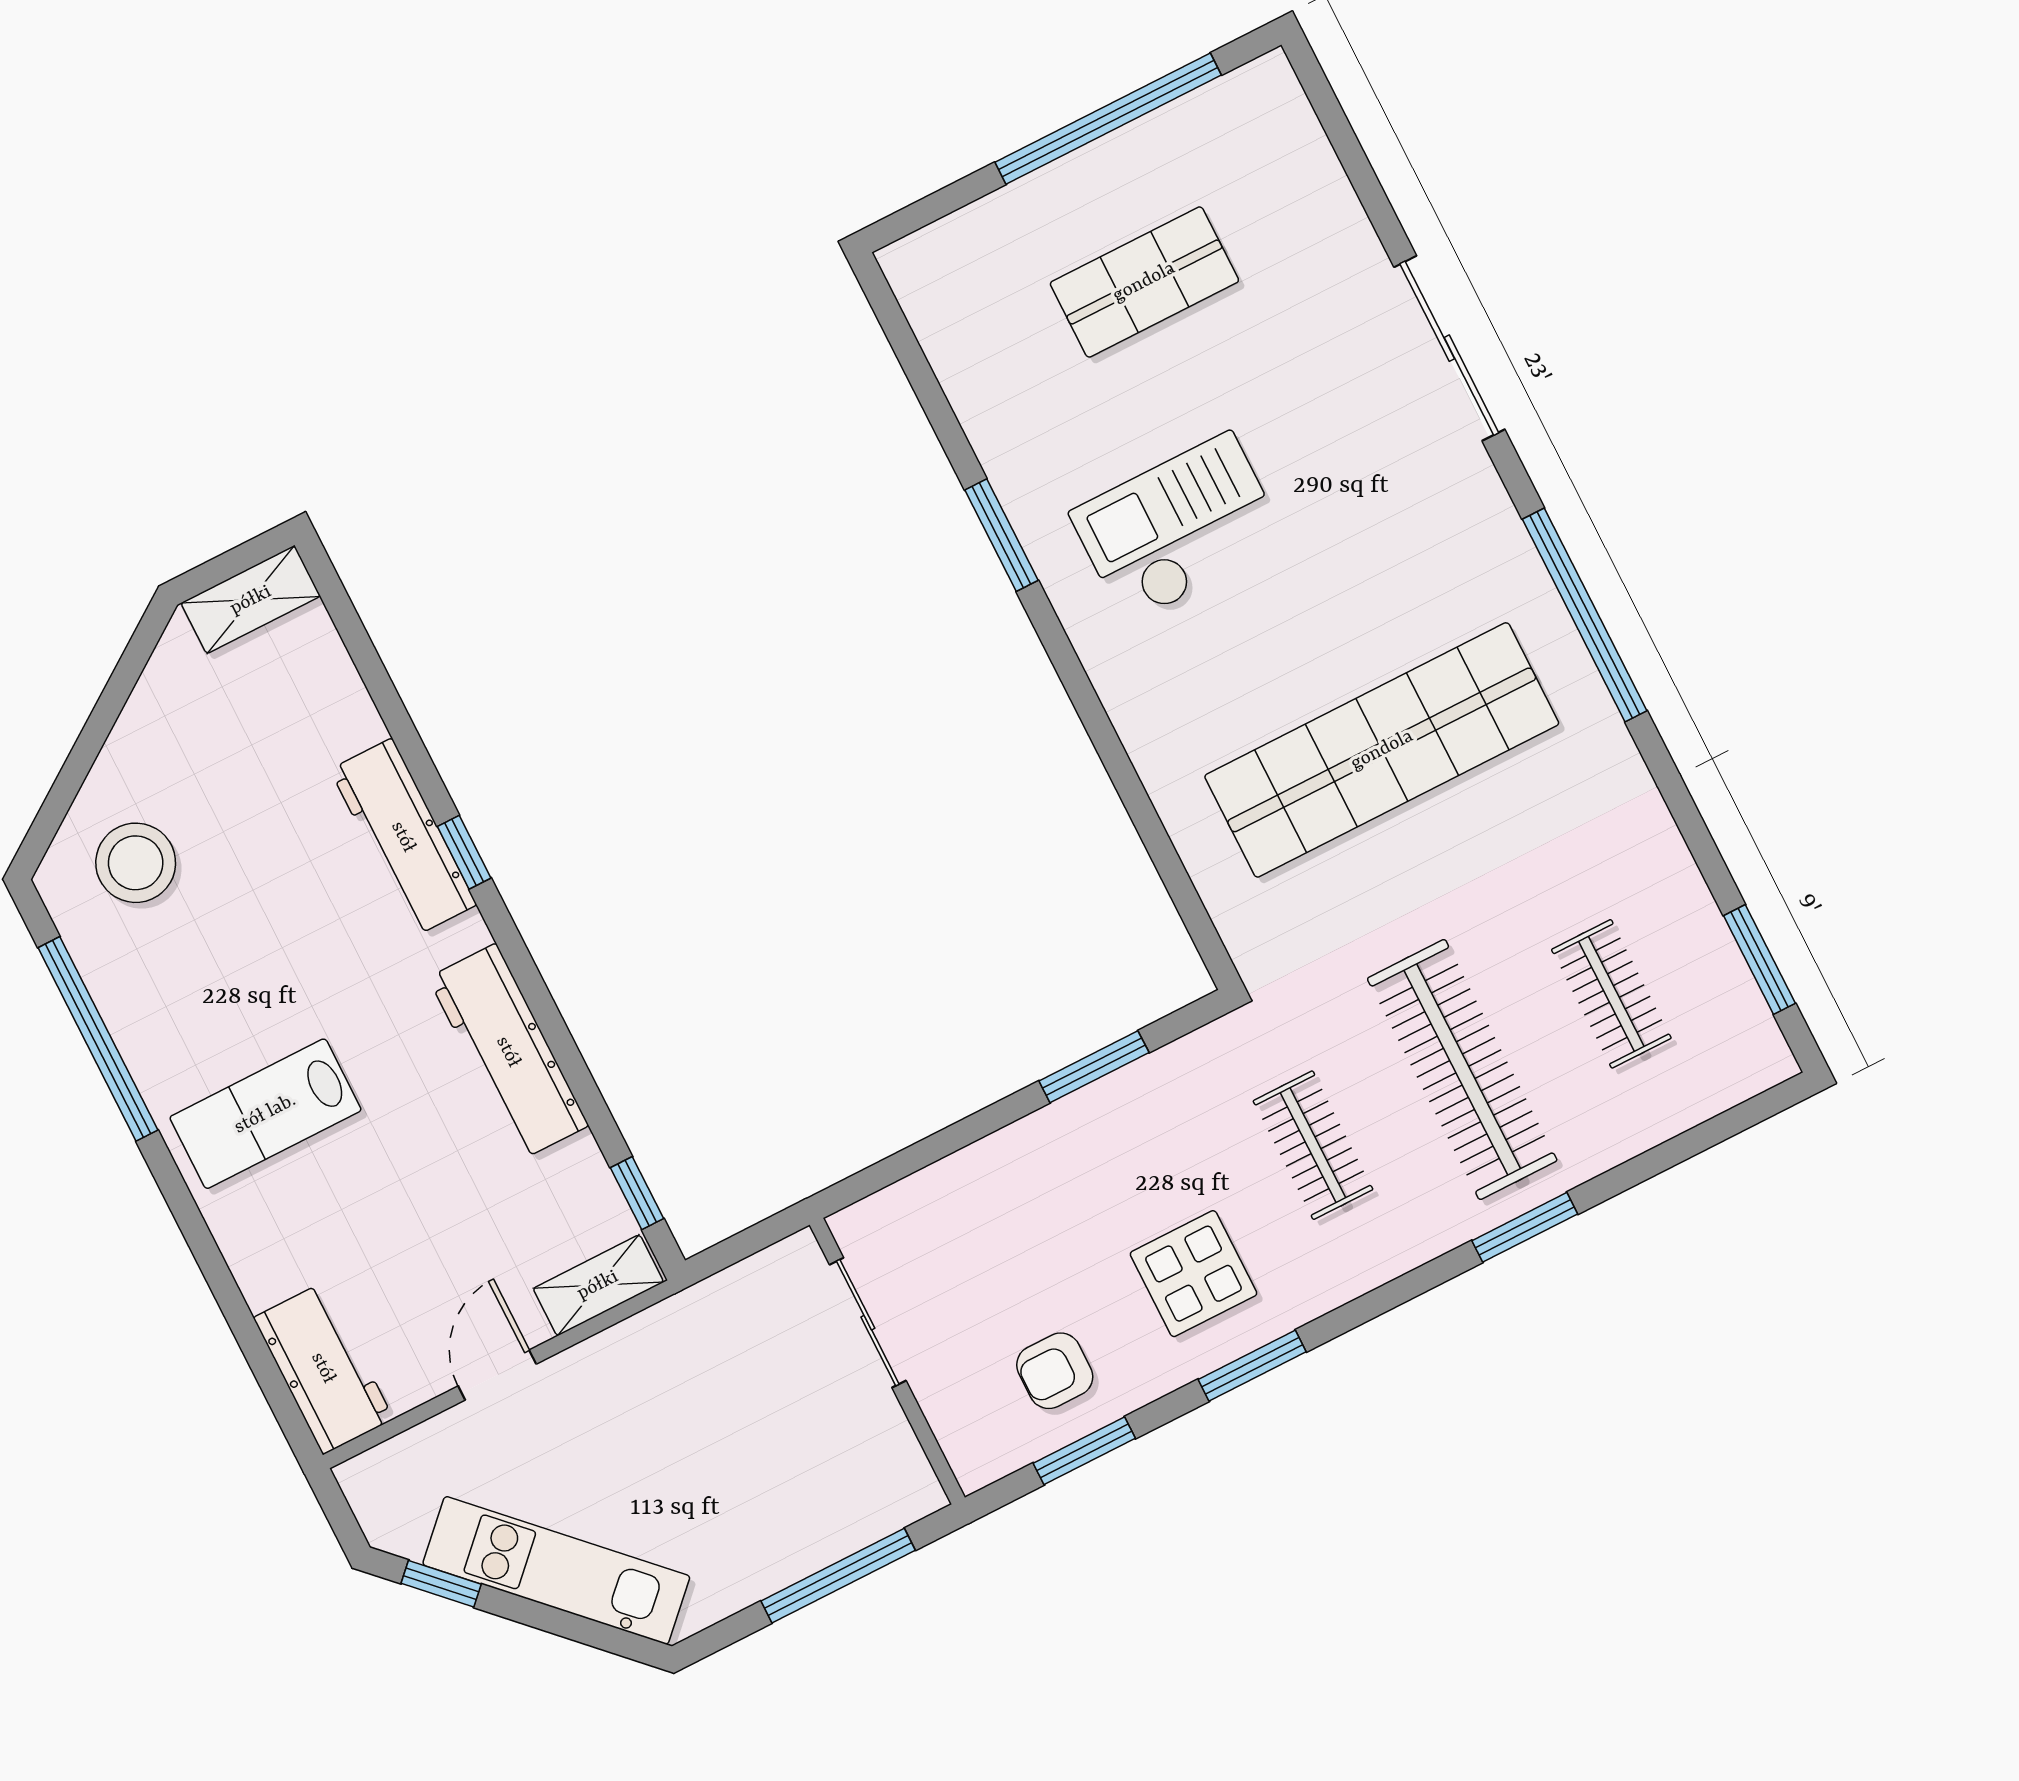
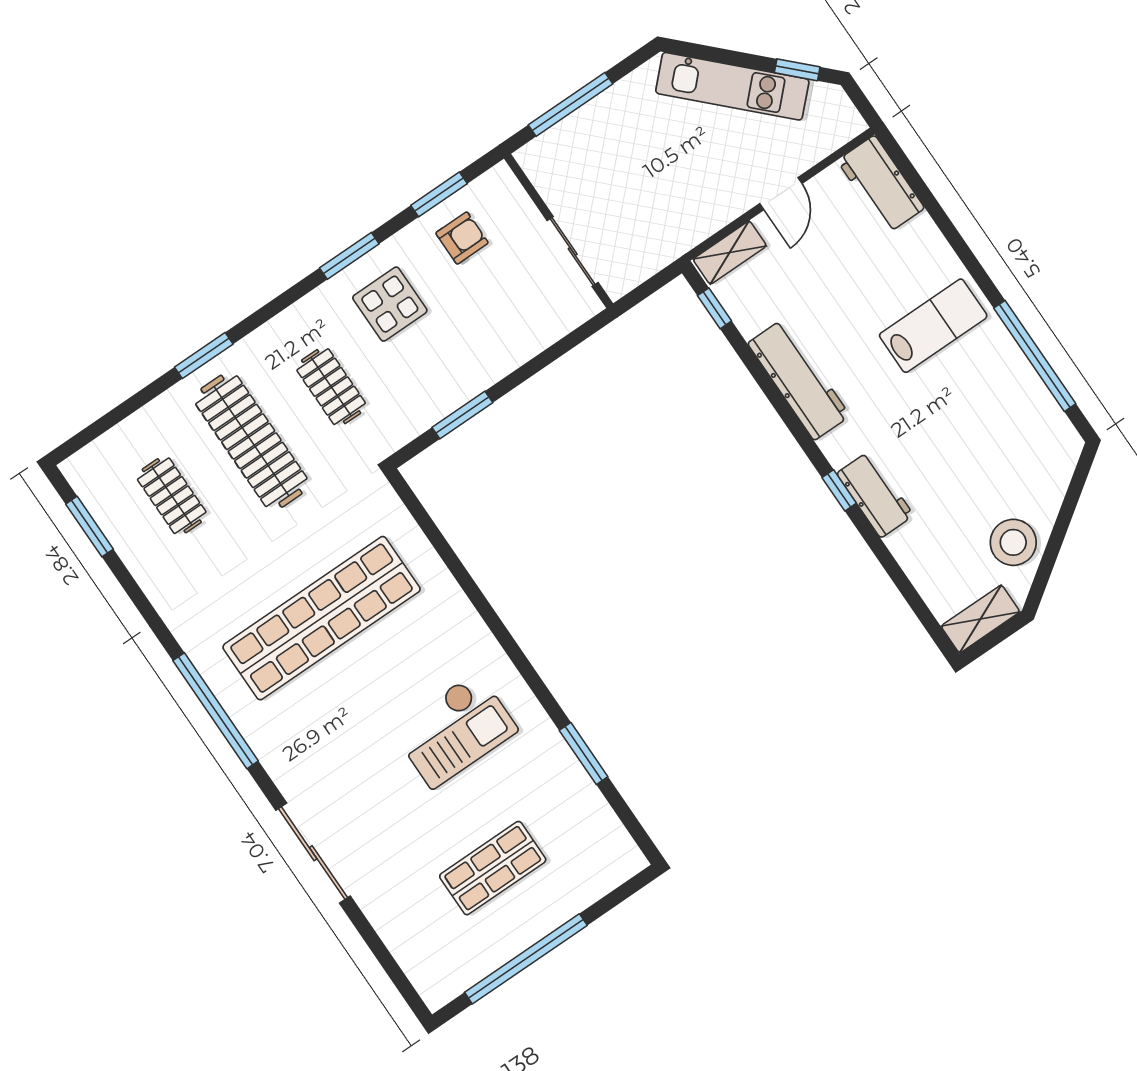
window: (1001, 535) -> (584, 753), moved
workbench: (403, 837) -> (875, 494), width x0.73
stool: (136, 863) -> (1013, 542), moved

